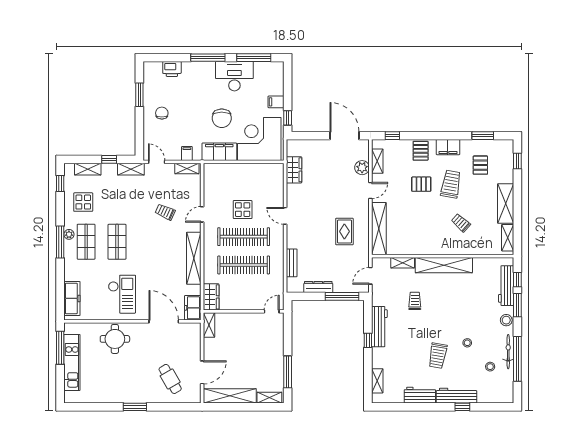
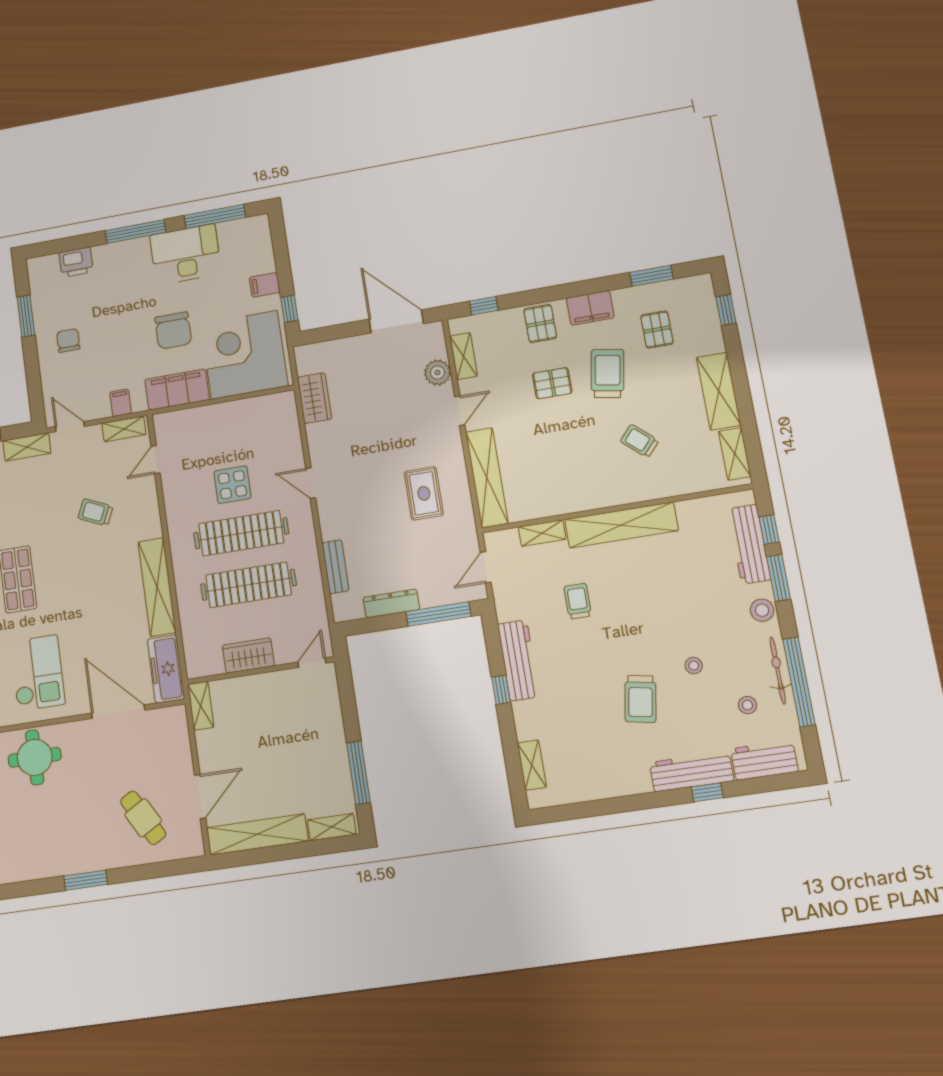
door: (202, 214) -> (155, 460), moved
wardrobe: (211, 297) -> (248, 655), moved, turned -90
freezer: (193, 308) -> (166, 669), width x1.40
workbench: (420, 395) -> (764, 760), moved

